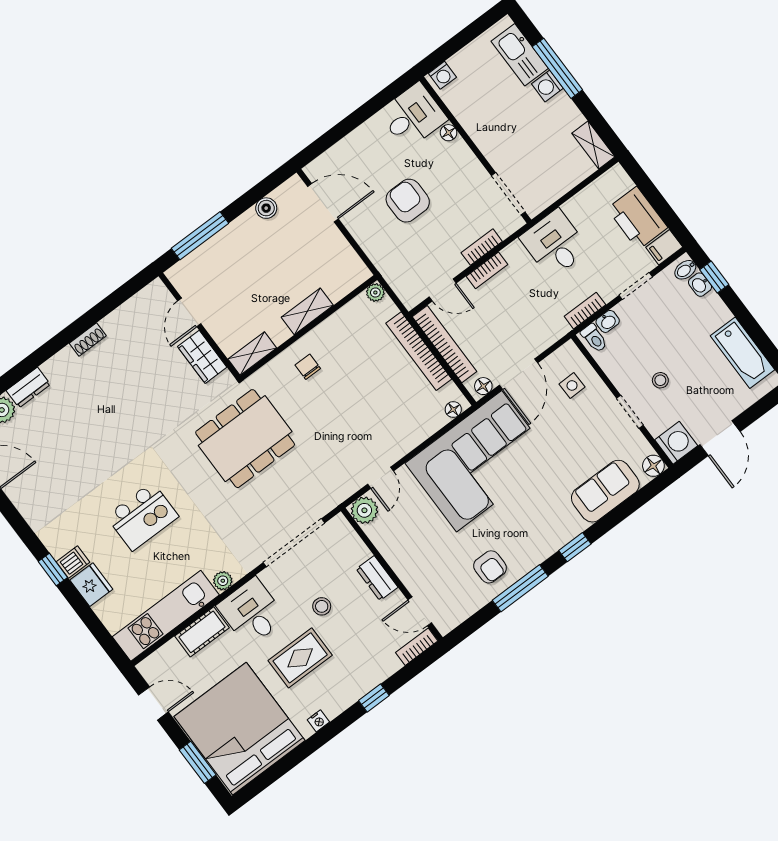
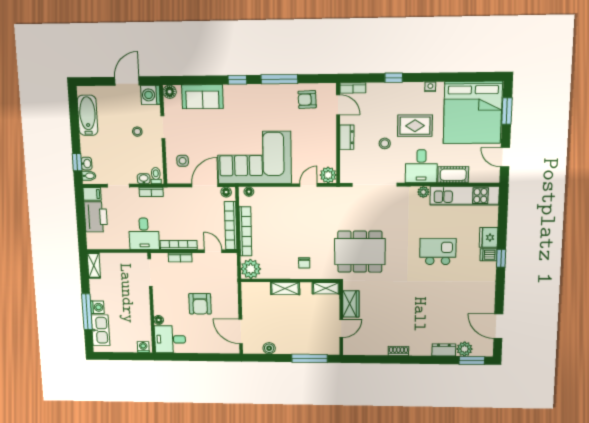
bookcase: (487, 270) -> (179, 245), width x1.56
plant: (375, 292) -> (251, 269), width x1.87, depth x1.87
armchair: (490, 567) -> (307, 99), moved, turned -92

